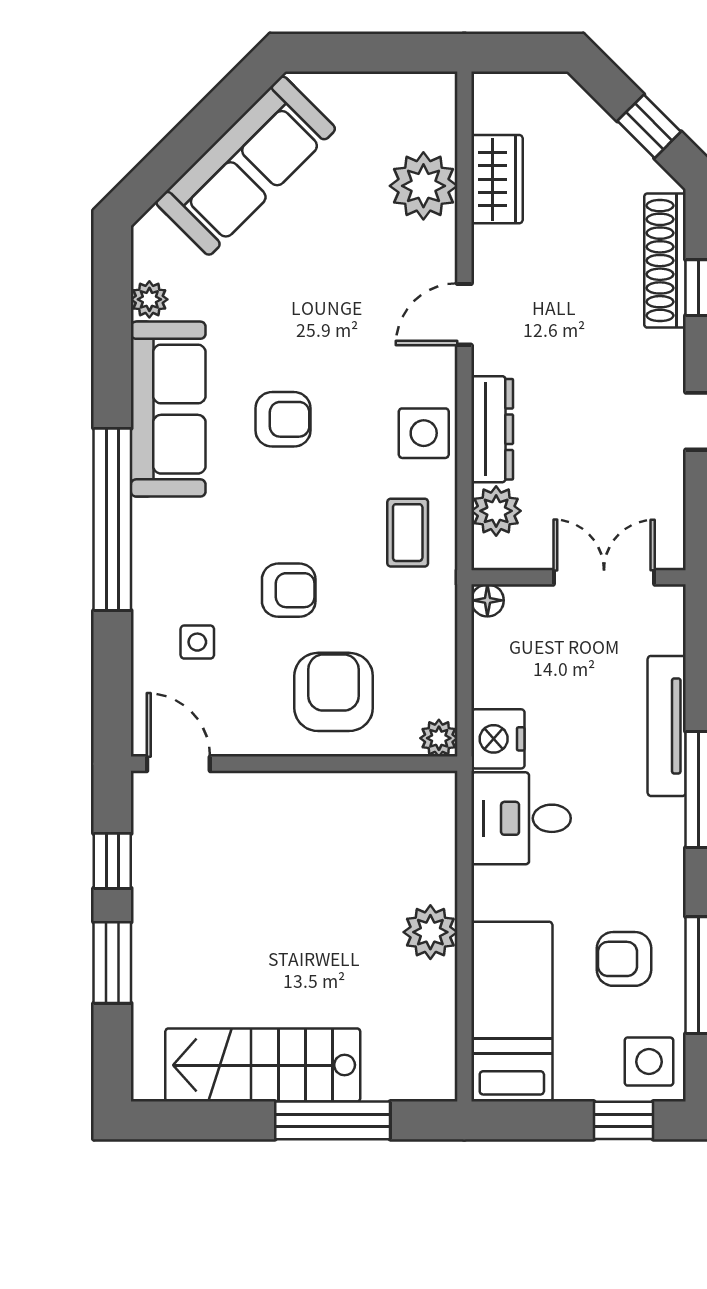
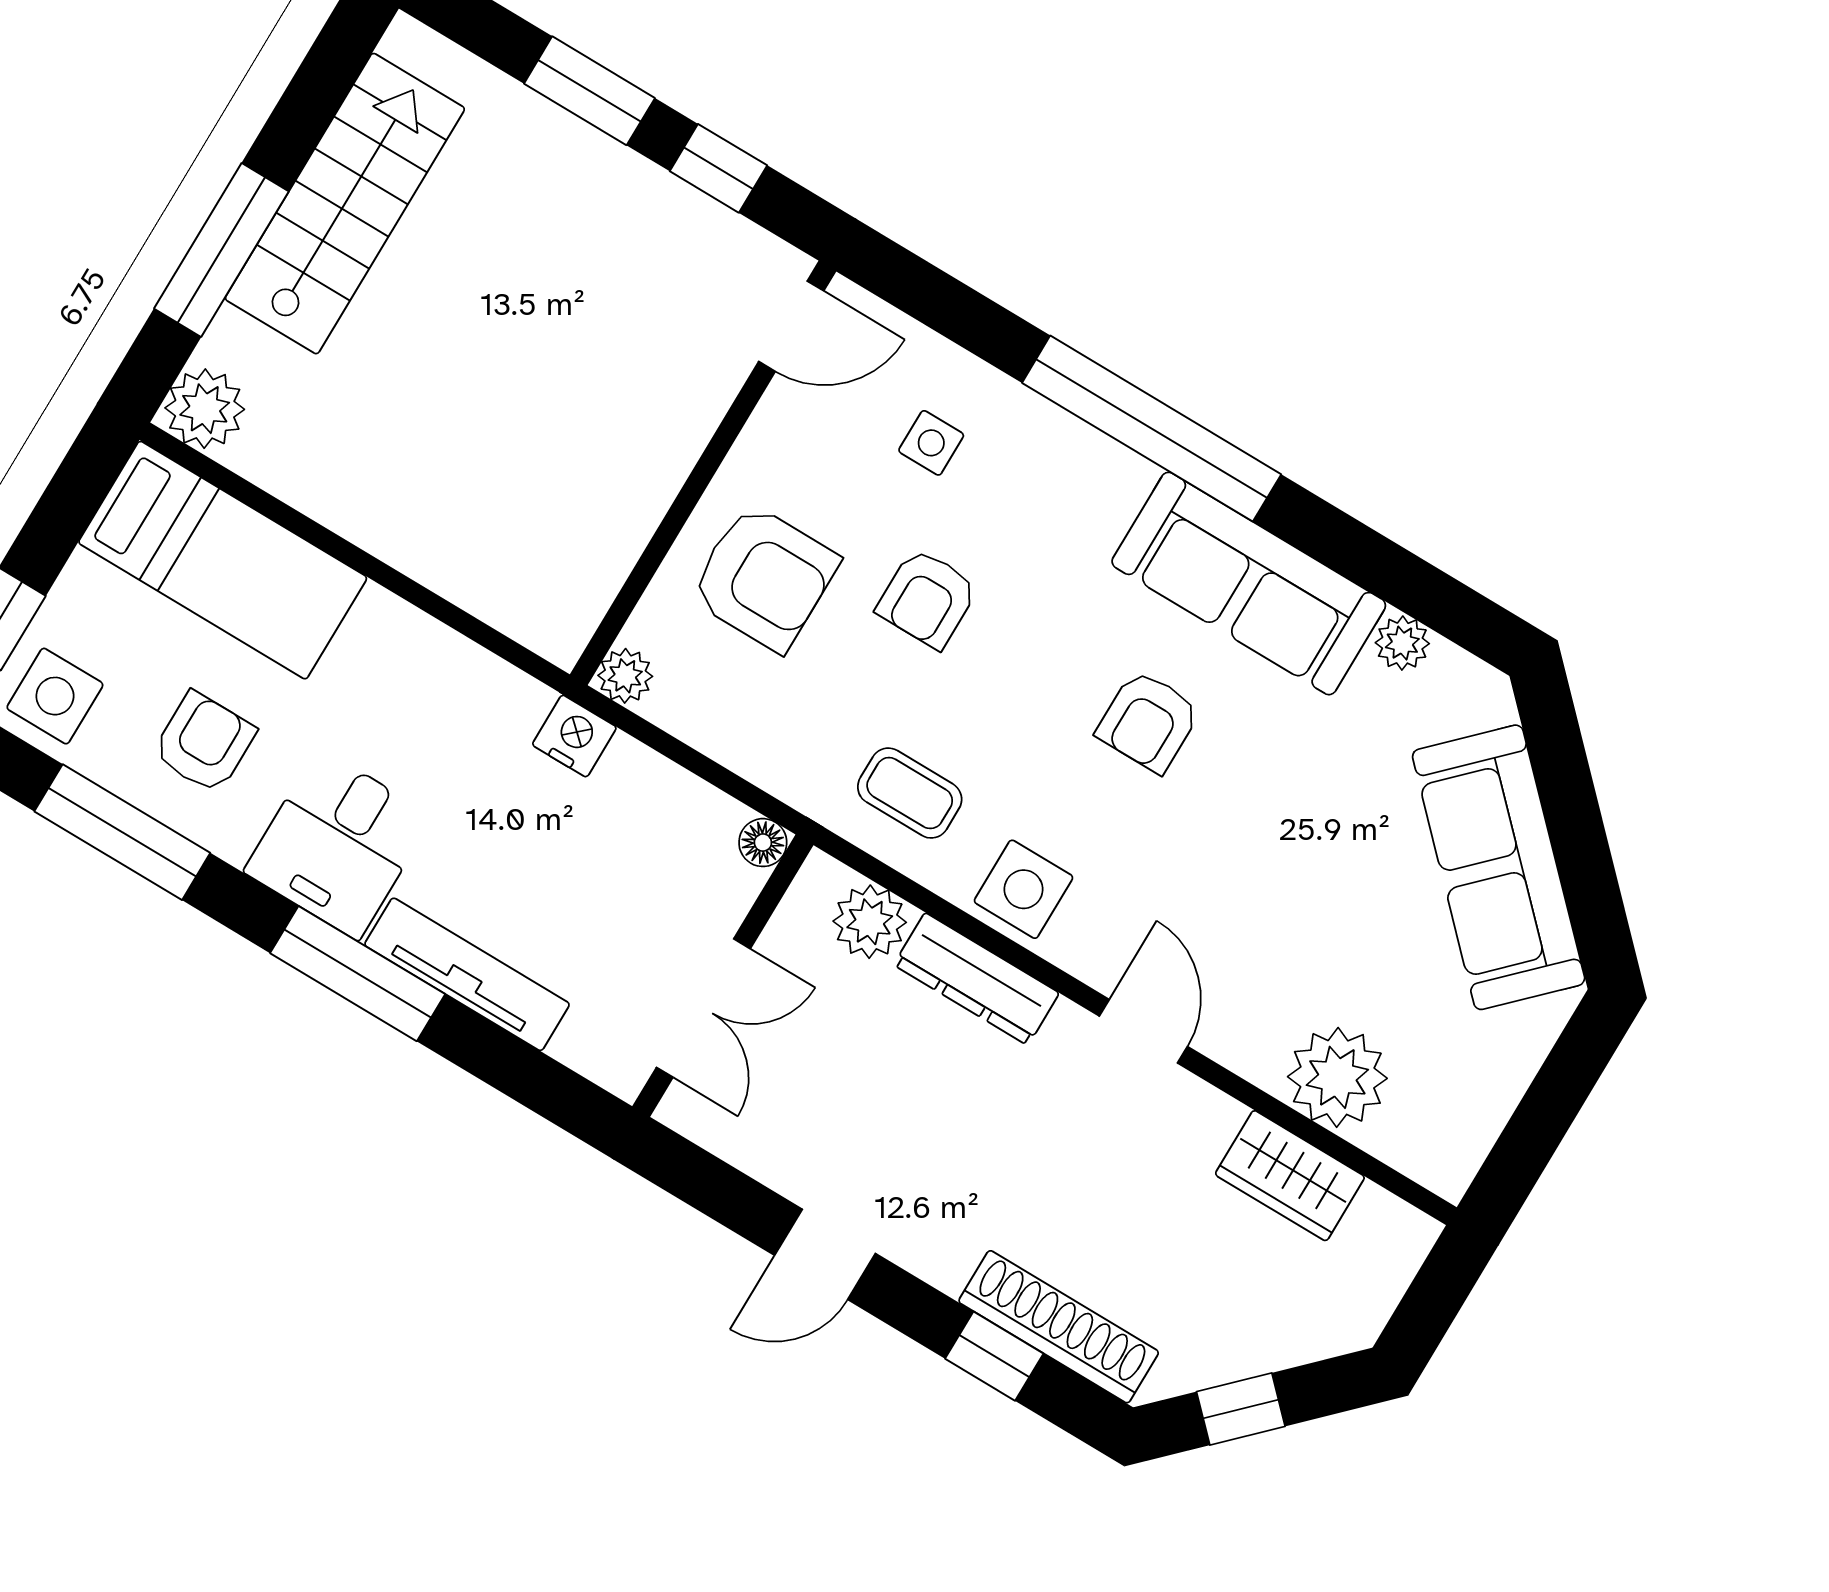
nightstand: (498, 739) -> (574, 736), width x0.74, depth x0.75
desk: (521, 818) -> (338, 844), moved, turned 180
plant: (430, 932) -> (205, 409), moved

